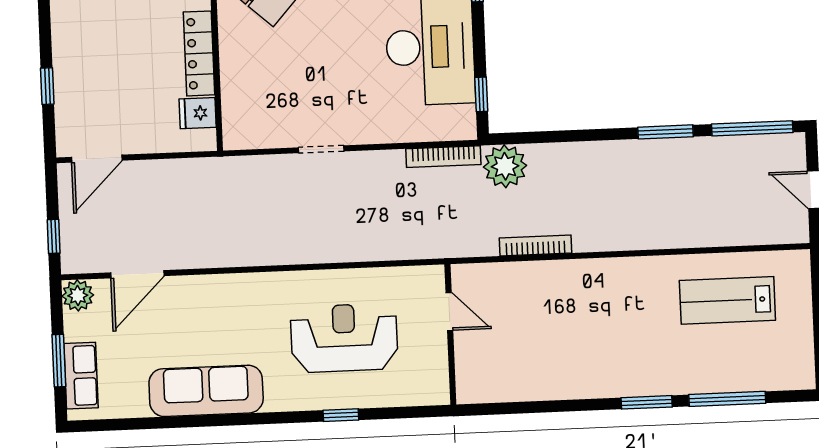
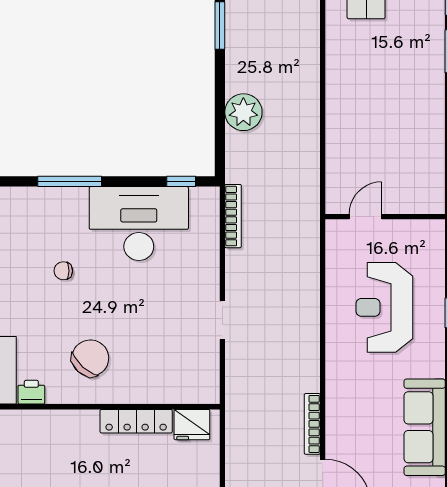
fridge: (198, 113) -> (192, 425), width x1.38
plant: (505, 166) -> (243, 112), moved
bookcase: (535, 245) -> (312, 424), moved

